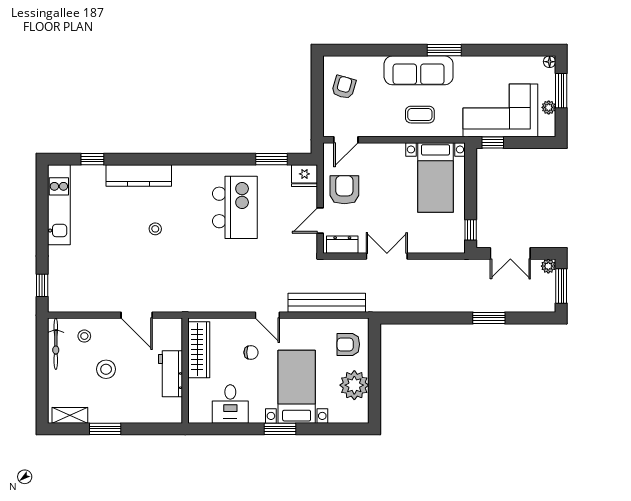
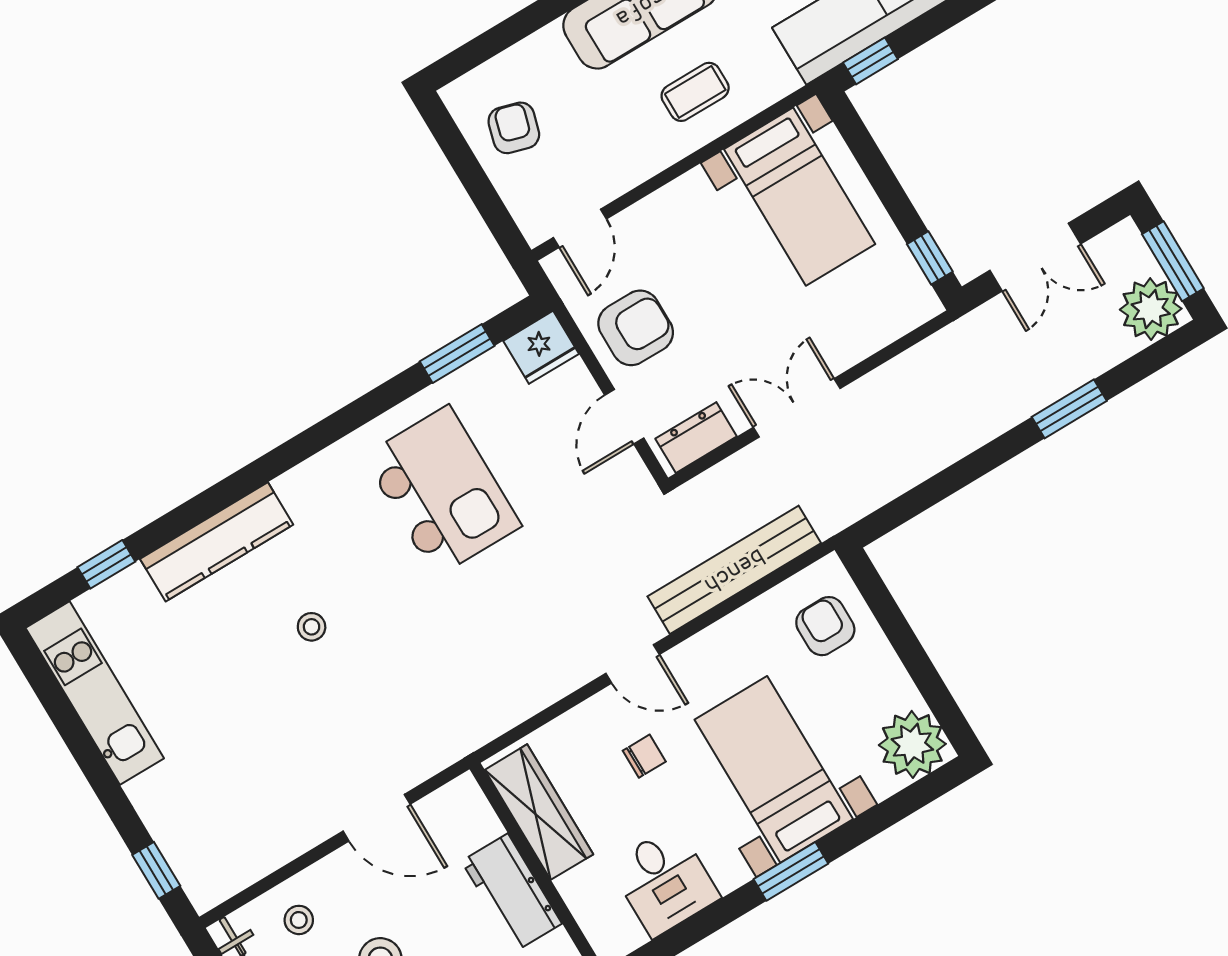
armchair: (344, 190) -> (636, 328), turned 90
plant: (548, 266) -> (1151, 309), moved, width x1.87, depth x1.87
armchair: (348, 344) -> (825, 626), turned 90
plant: (354, 385) -> (912, 744), moved

